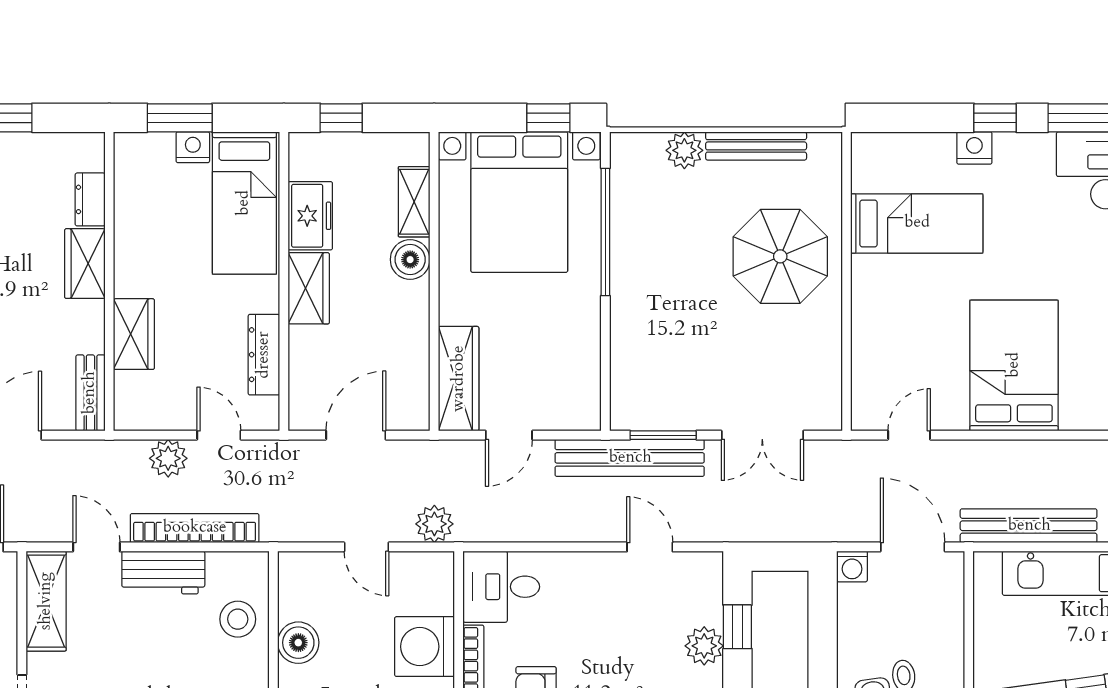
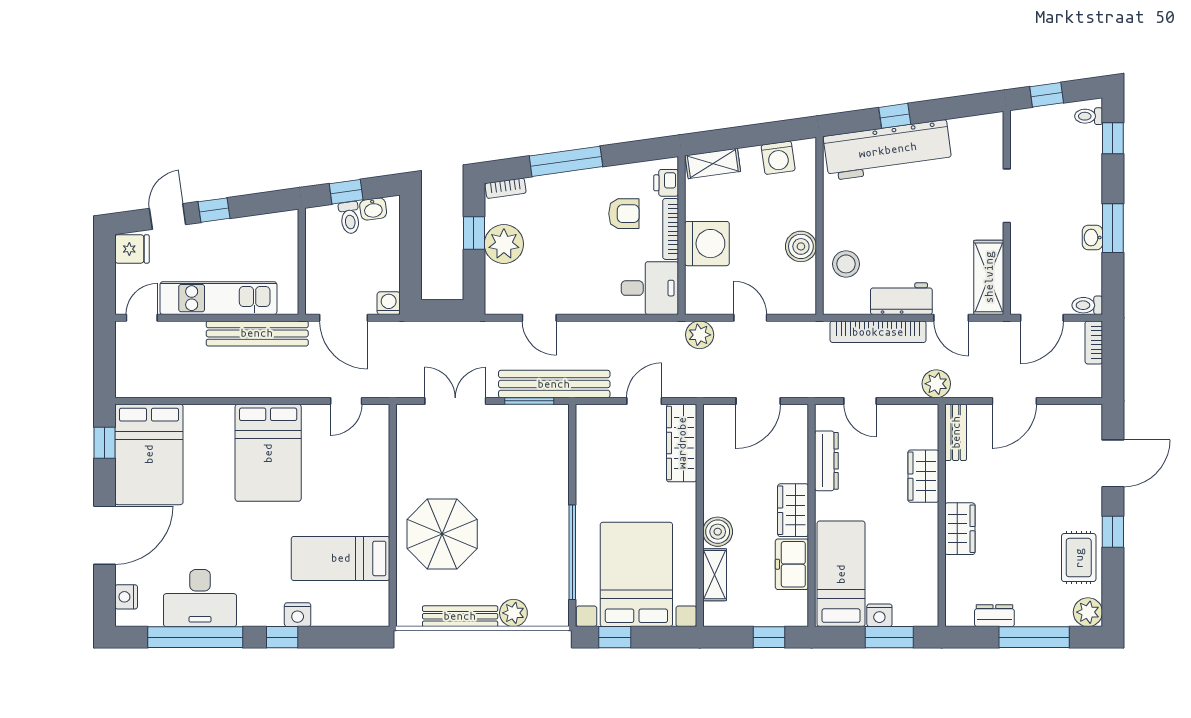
dresser: (90, 199) -> (994, 616), moved, turned -90
plant: (168, 458) -> (936, 384), moved
window: (737, 627) -> (474, 233), moved
plant: (704, 646) -> (504, 244), width x1.36, depth x1.36

